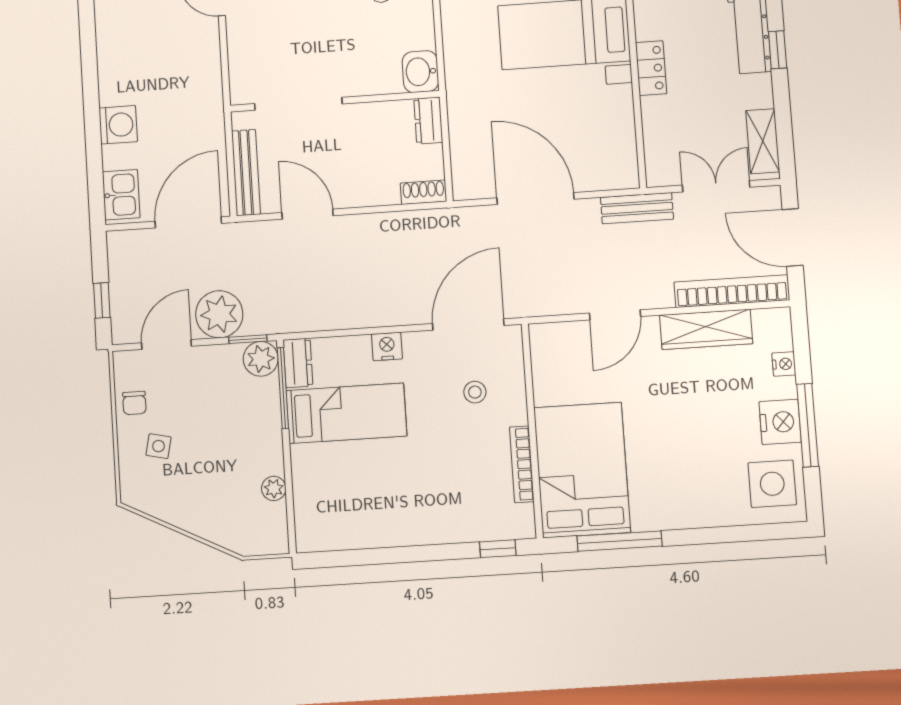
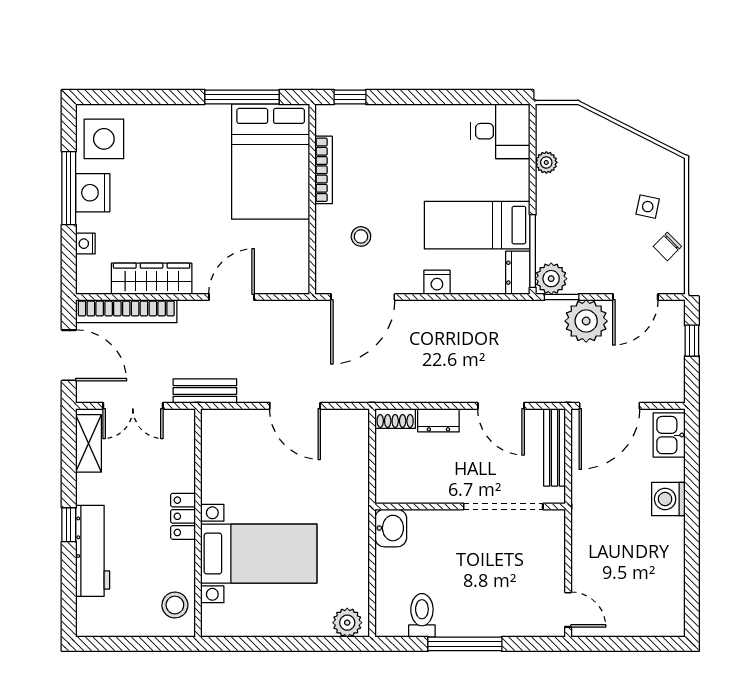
dresser: (428, 121) -> (438, 420), moved, turned 90
door: (535, 199) -> (295, 406), width x0.73
chair: (134, 403) -> (667, 246), turned -135
desk: (327, 520) -> (500, 131), added

